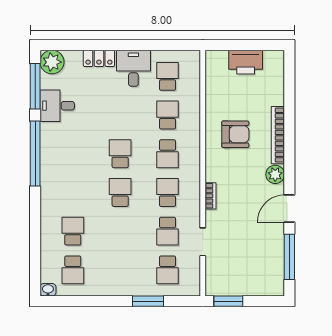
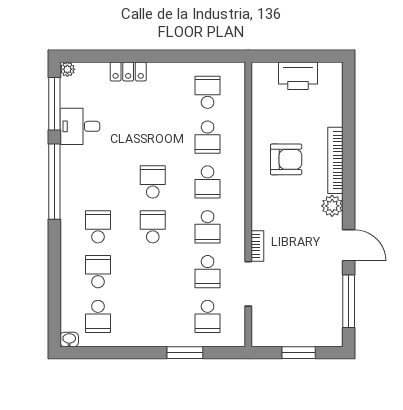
plant: (52, 62) -> (67, 69), width x0.53, depth x0.53
desk: (133, 68) -> (168, 83), removed
school desk: (168, 115) -> (208, 137), turned 180
school desk: (73, 192) -> (98, 227), added
school desk: (168, 192) -> (208, 227), turned 180
bookcase: (211, 196) -> (257, 246), moved
door: (289, 208) -> (349, 245), swing flipped
doorway: (203, 242) -> (248, 284), width x1.38
window: (228, 301) -> (299, 353), moved

